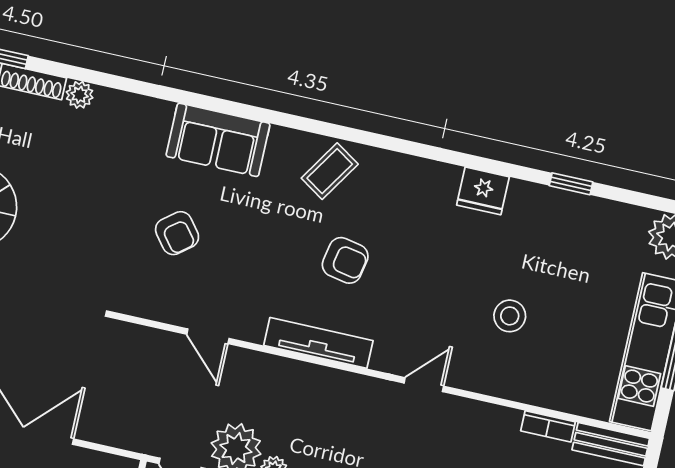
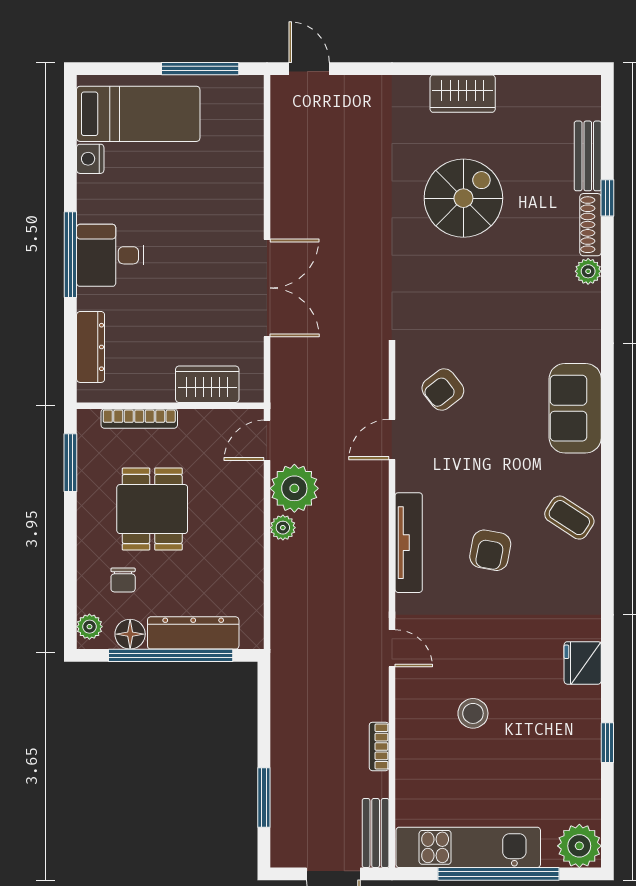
armchair: (177, 233) -> (443, 390), moved
bookcase: (548, 426) -> (379, 746), moved

